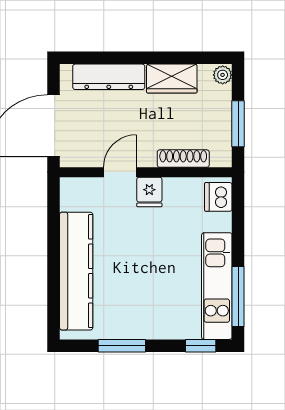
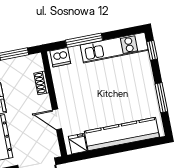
shoe rack: (183, 159) -> (41, 83), width x0.70
fridge: (149, 192) -> (78, 144), moved, turned -90
window: (238, 297) -> (84, 40), moved

